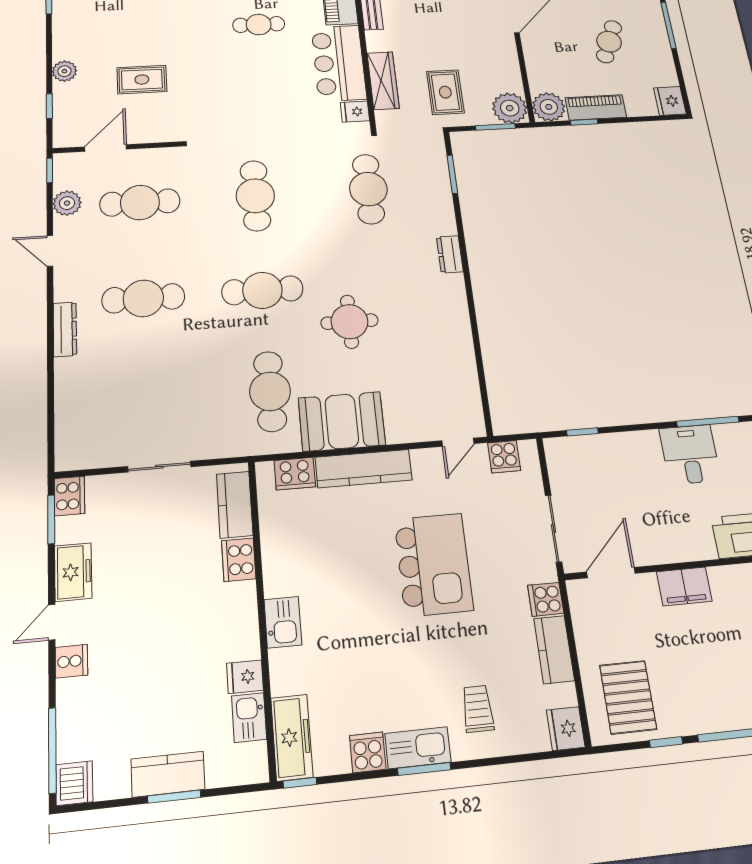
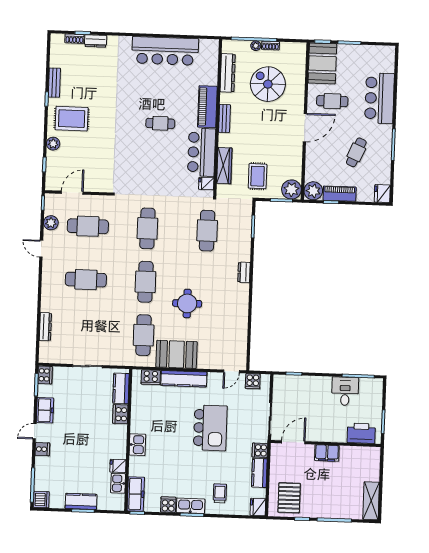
rug: (142, 80) -> (72, 119), moved, width x1.36, depth x1.43
cafe table: (262, 290) -> (145, 282), turned 90
dresser: (65, 329) -> (45, 327), moved

